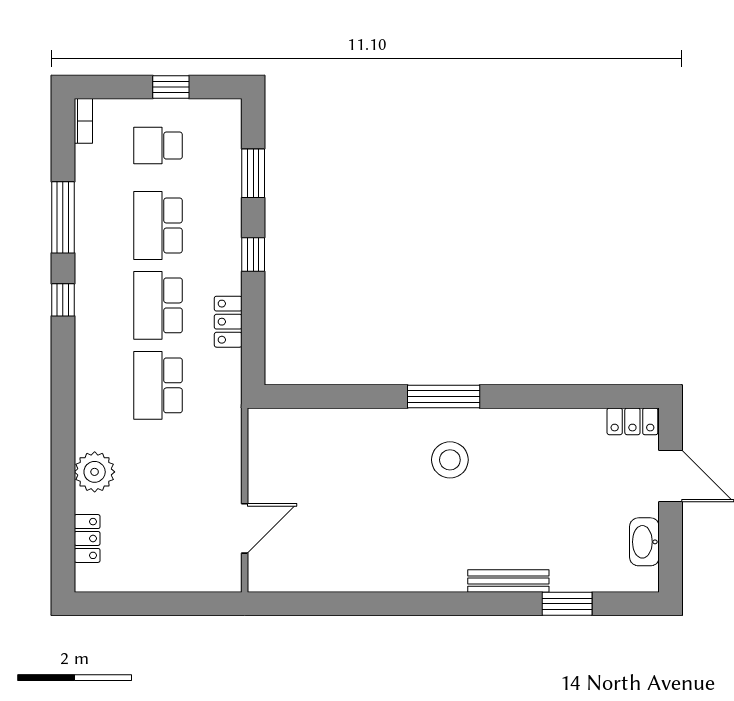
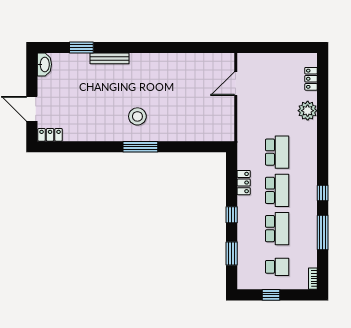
washbasin: (644, 542) -> (44, 64), moved

